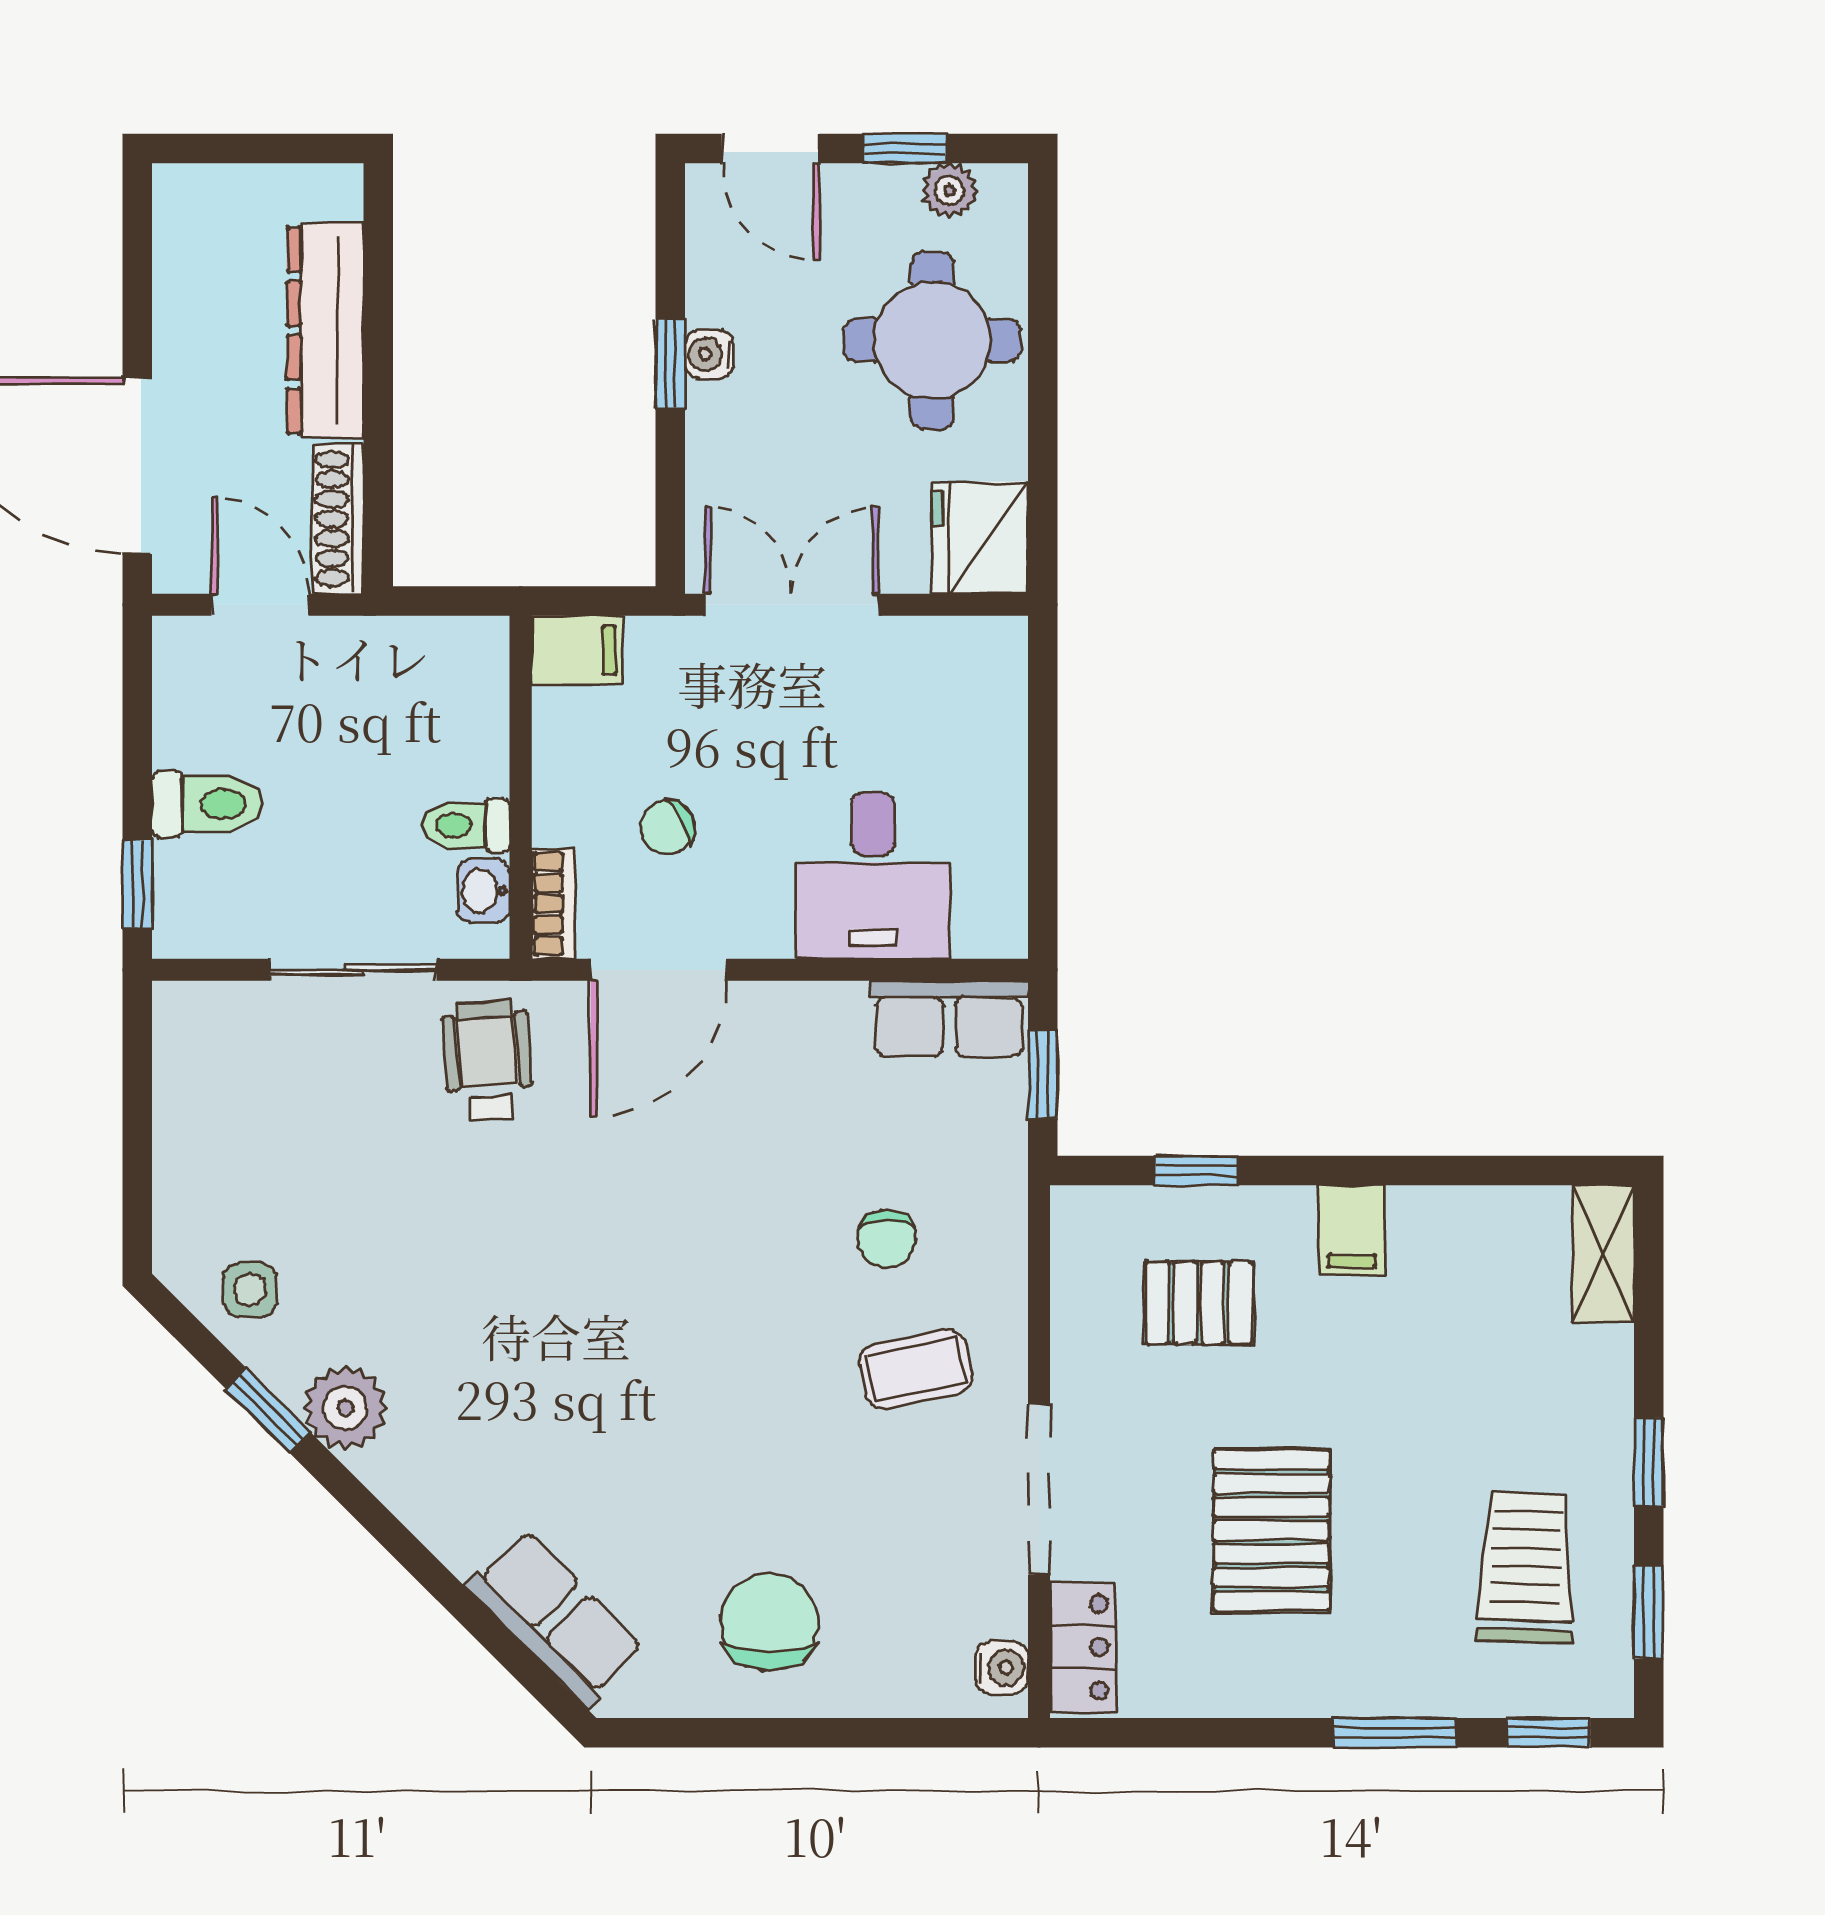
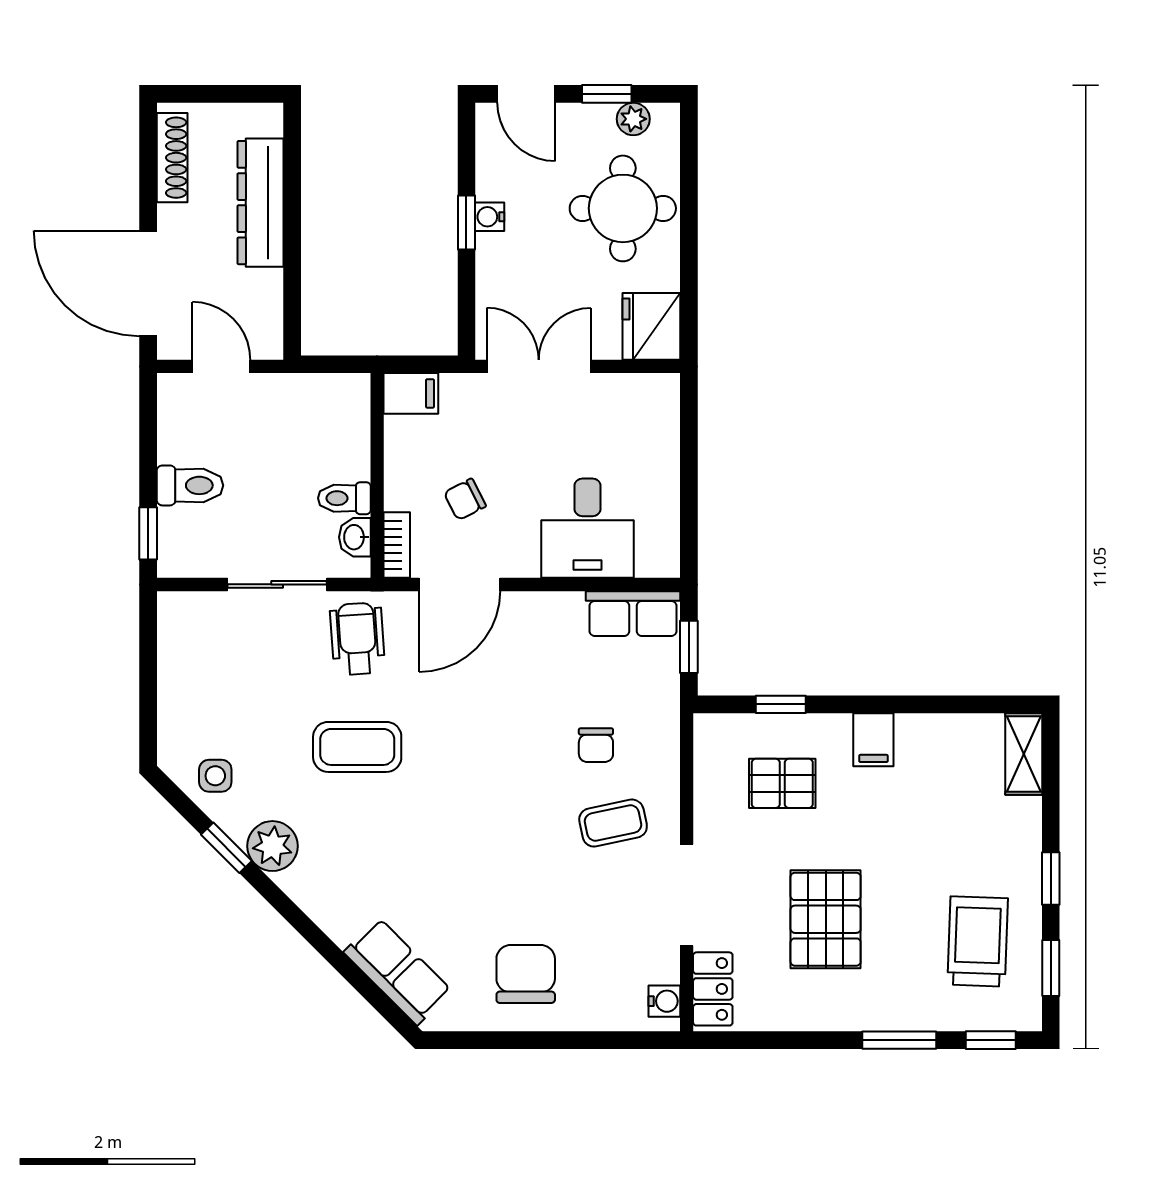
shoe rack: (338, 519) -> (172, 158), moved, turned 180
coffee table: (487, 1242) -> (357, 747), added

